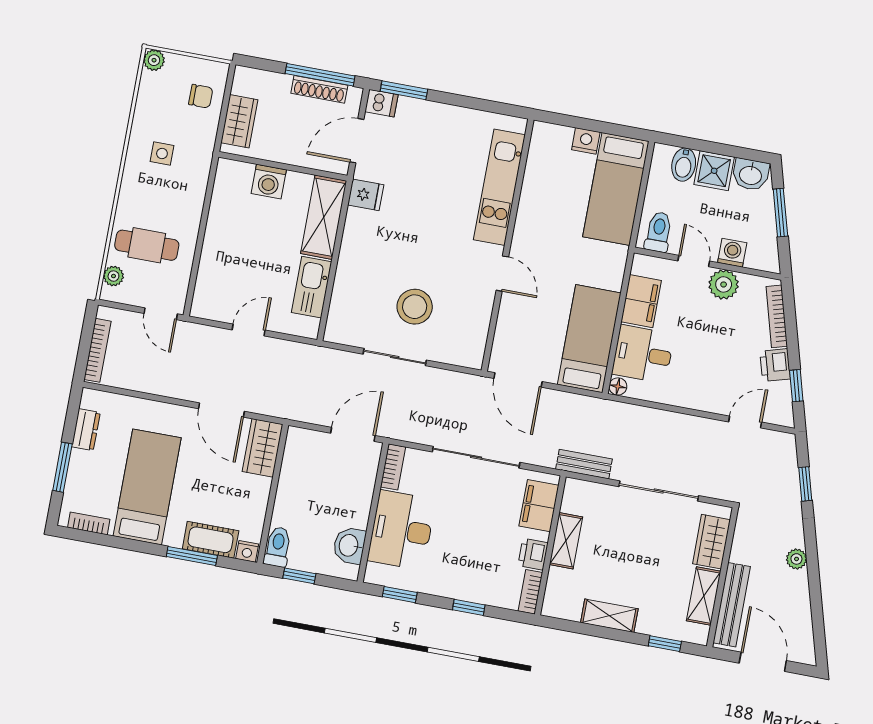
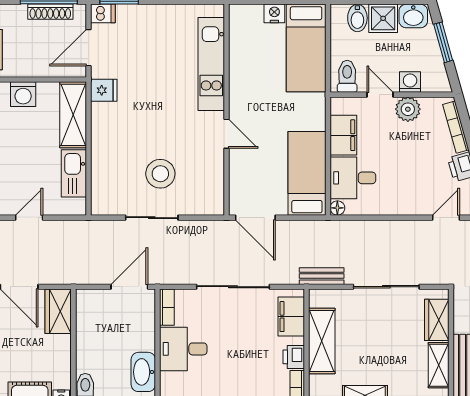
desk: (401, 530) -> (183, 349), width x0.73
shelving: (566, 541) -> (322, 341), width x1.50, depth x1.33
washbasin: (349, 546) -> (143, 372), width x1.38

